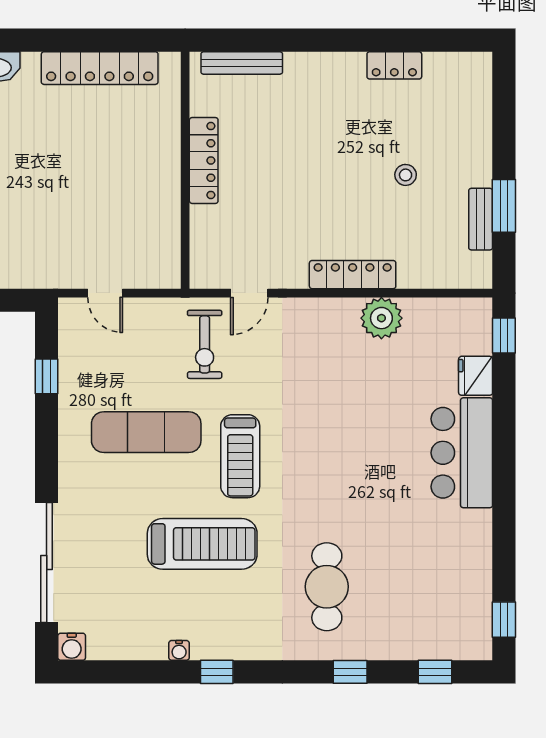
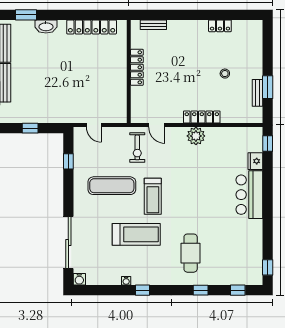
bench: (242, 63) -> (153, 25), width x0.73
door: (249, 293) -> (157, 125), hinge flipped
plant: (381, 318) -> (196, 136), moved

